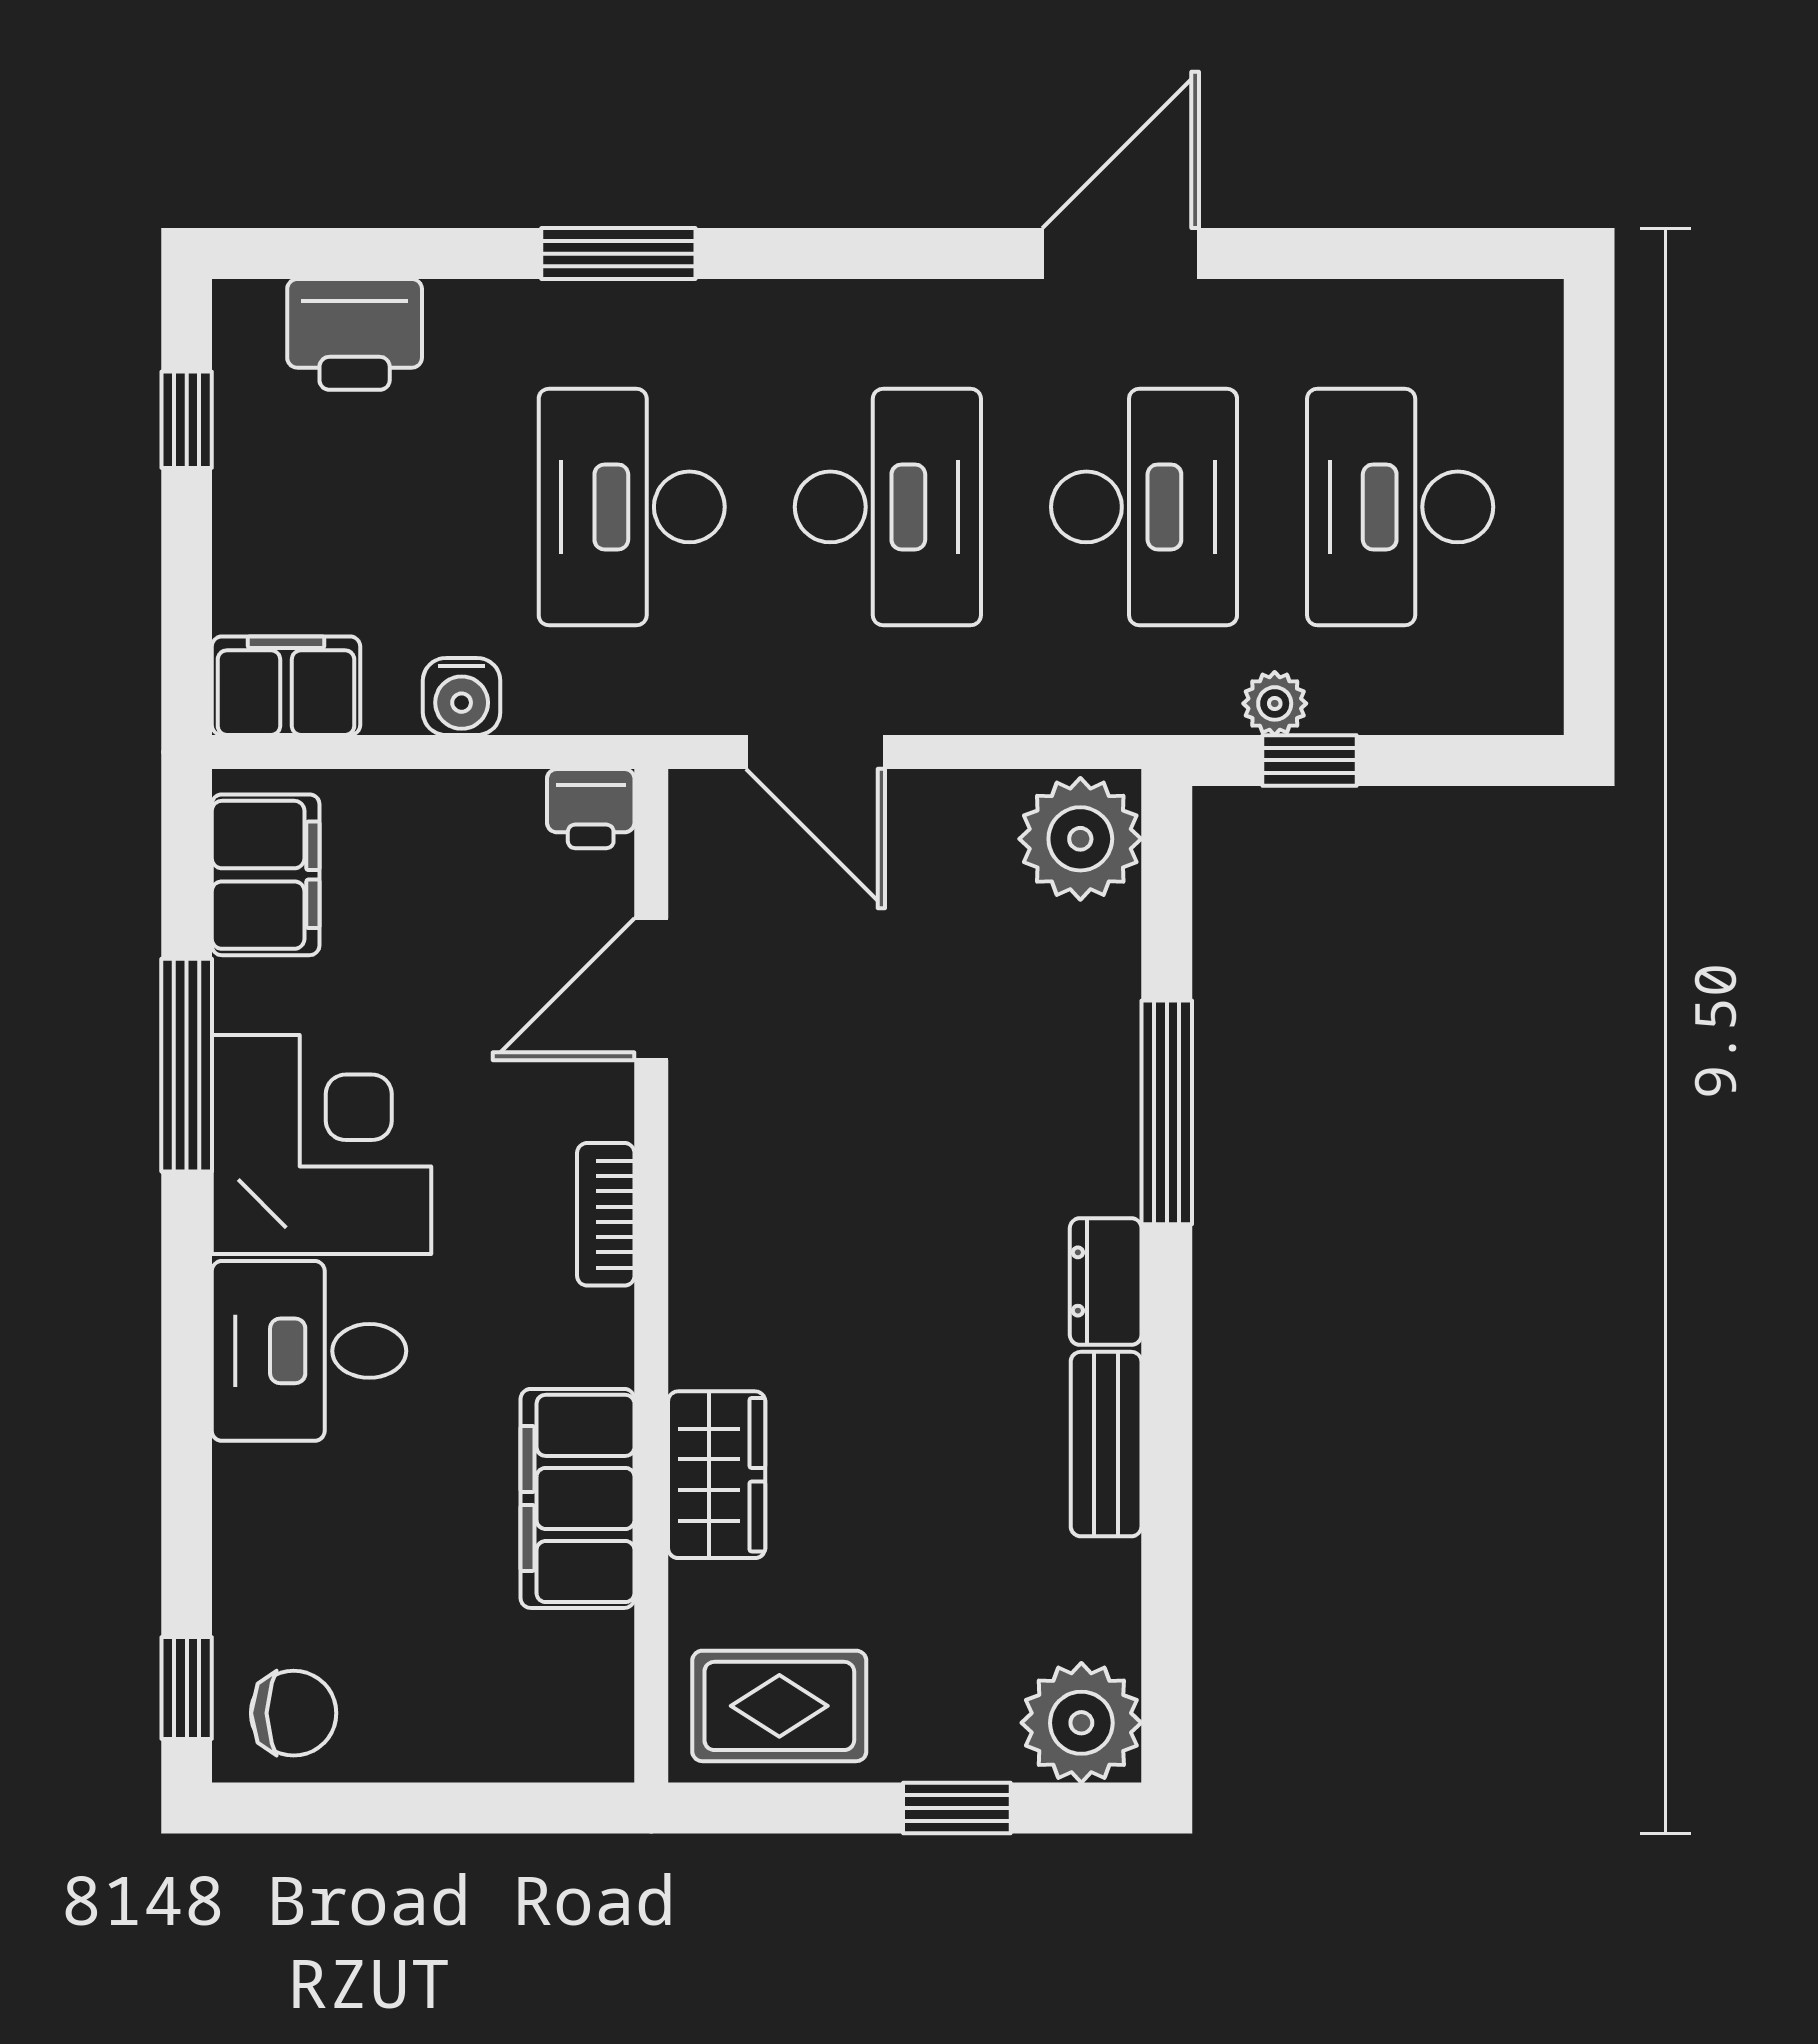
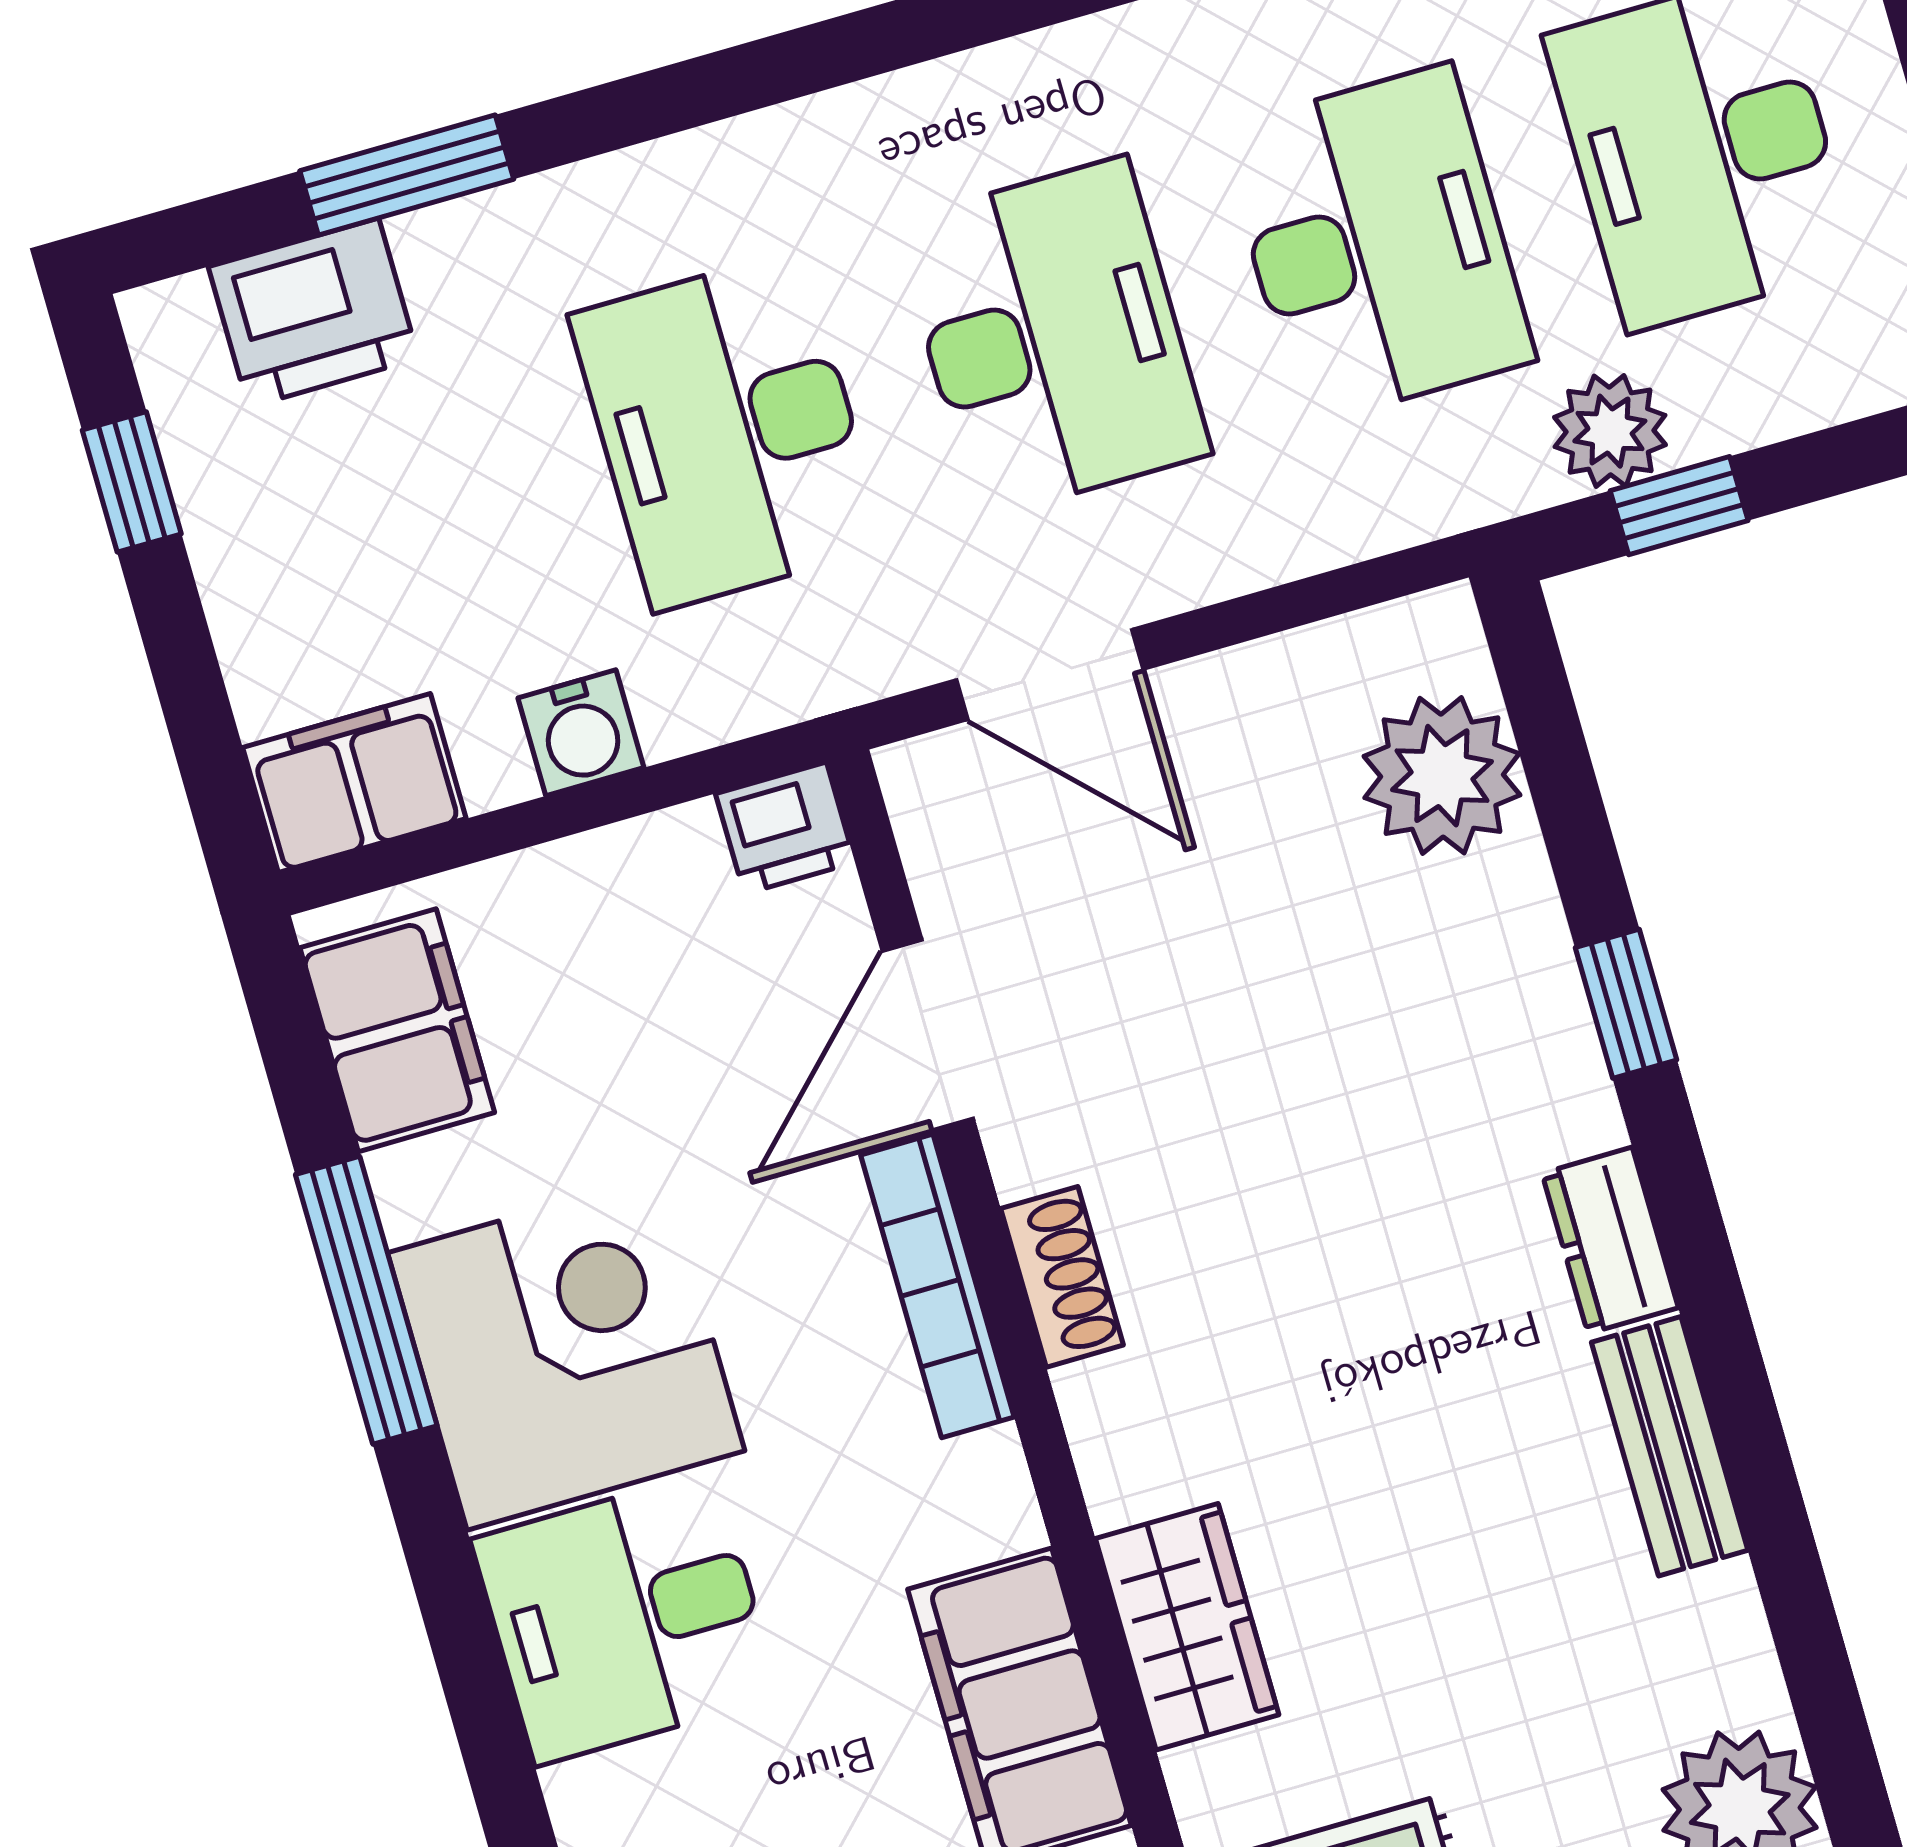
window: (618, 254) -> (407, 175), moved
plant: (1275, 703) -> (1610, 431), width x1.38, depth x1.38
plant: (1080, 839) -> (1442, 776), moved
window: (1167, 1112) -> (1626, 1004), width x0.46
shoe rack: (699, 1194) -> (1062, 1277), added
bookcase: (606, 1214) -> (937, 1286), width x1.56

